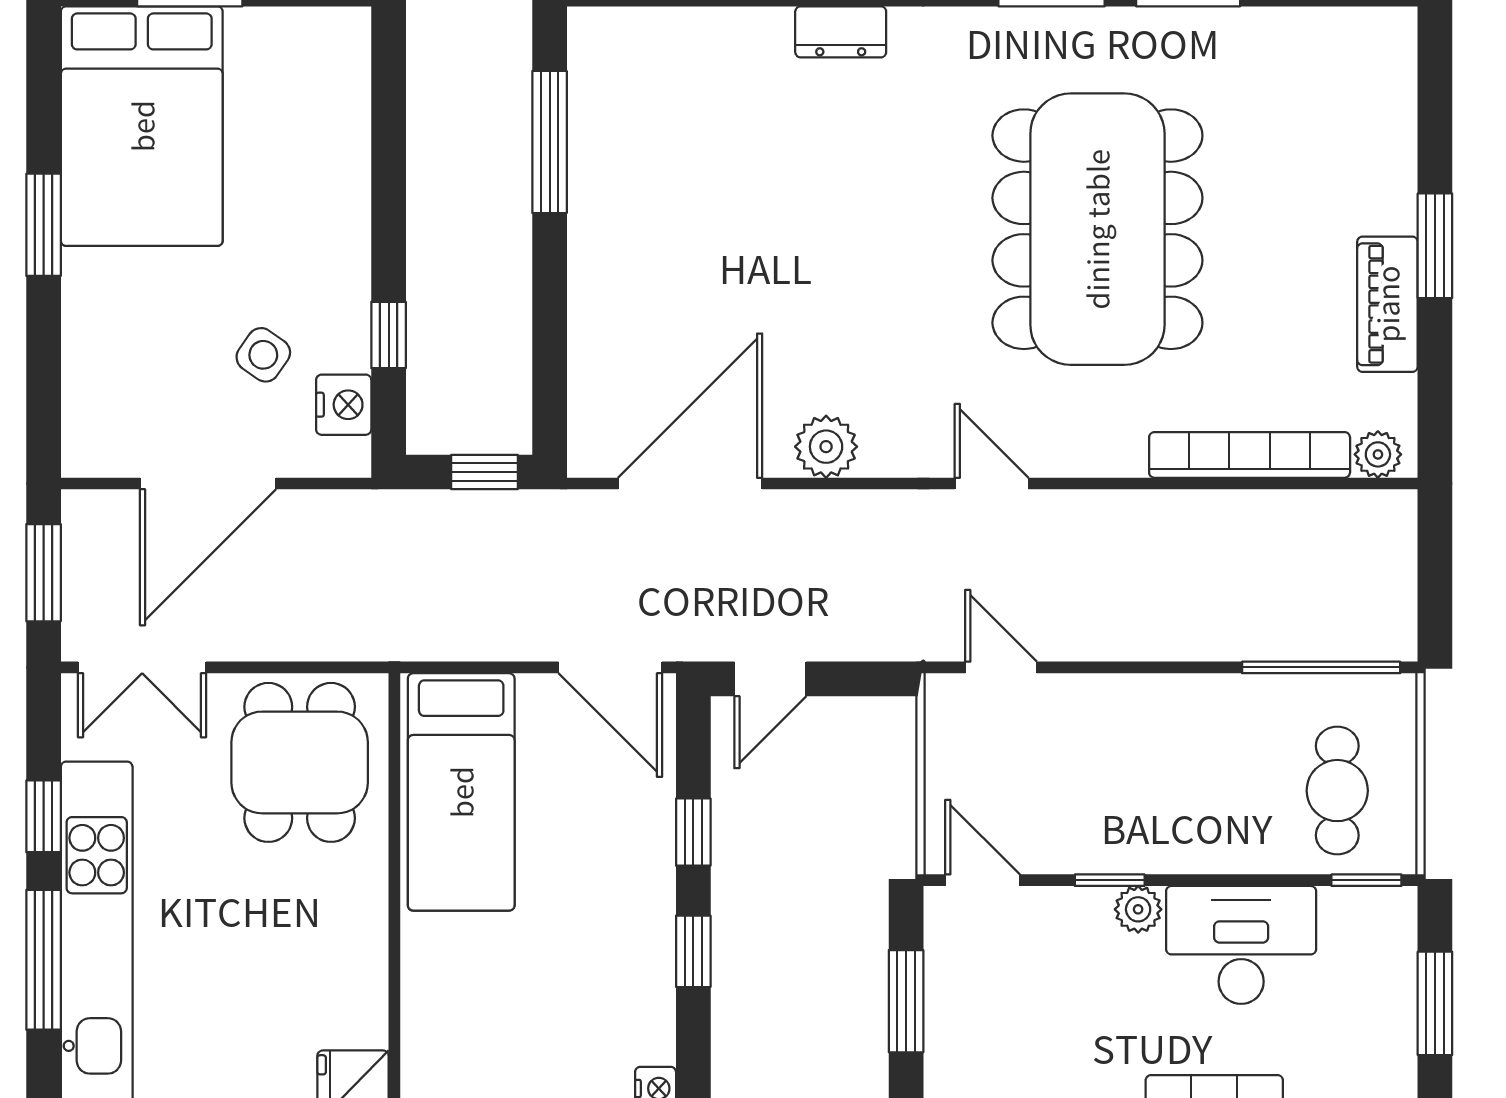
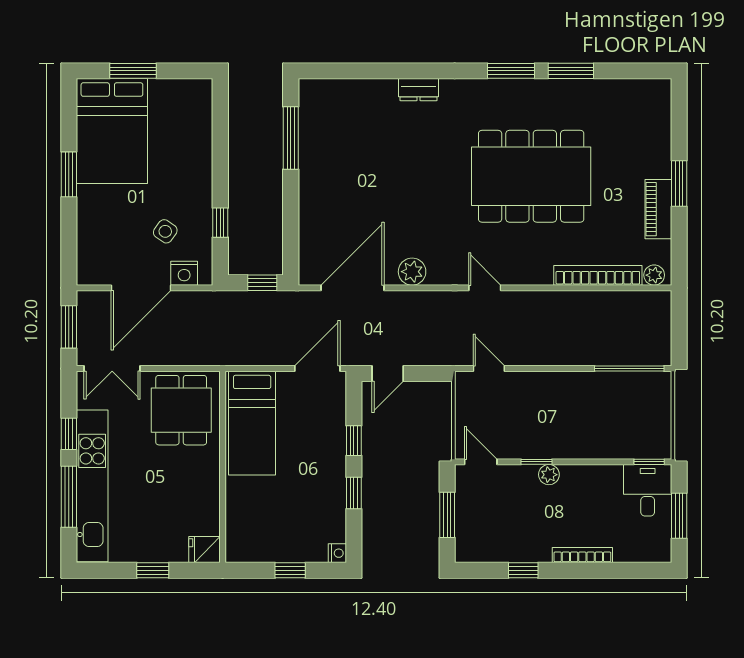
dining table: (1097, 229) -> (531, 176), turned 90
nightstand: (344, 405) -> (184, 273), moved, turned 90
door: (610, 667) -> (317, 369), swing flipped
cafe table: (1337, 791) -> (636, 422), removed
desk: (1241, 945) -> (648, 490), moved, width x0.73

